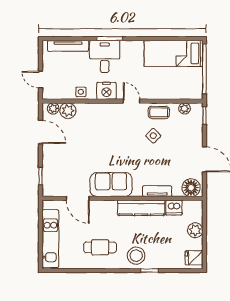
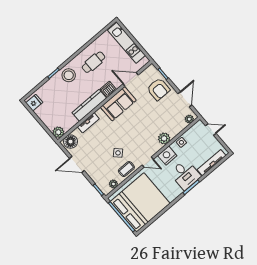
bed: (174, 53) -> (140, 202), width x2.04
plant: (68, 111) -> (164, 138), moved
door: (41, 132) -> (185, 99), swing flipped
armchair: (58, 165) -> (158, 89), added
dishwasher: (174, 208) -> (108, 89), moved
plant: (195, 230) -> (58, 132), moved

